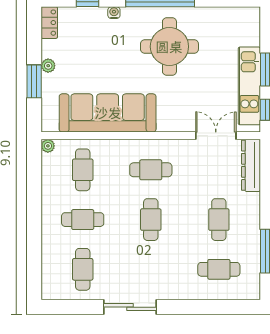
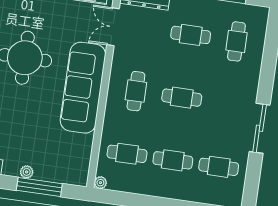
window: (34, 81) -> (39, 187), width x1.44
sofa: (108, 113) -> (83, 88), moved
cafe table: (83, 220) -> (173, 160), turned 90

